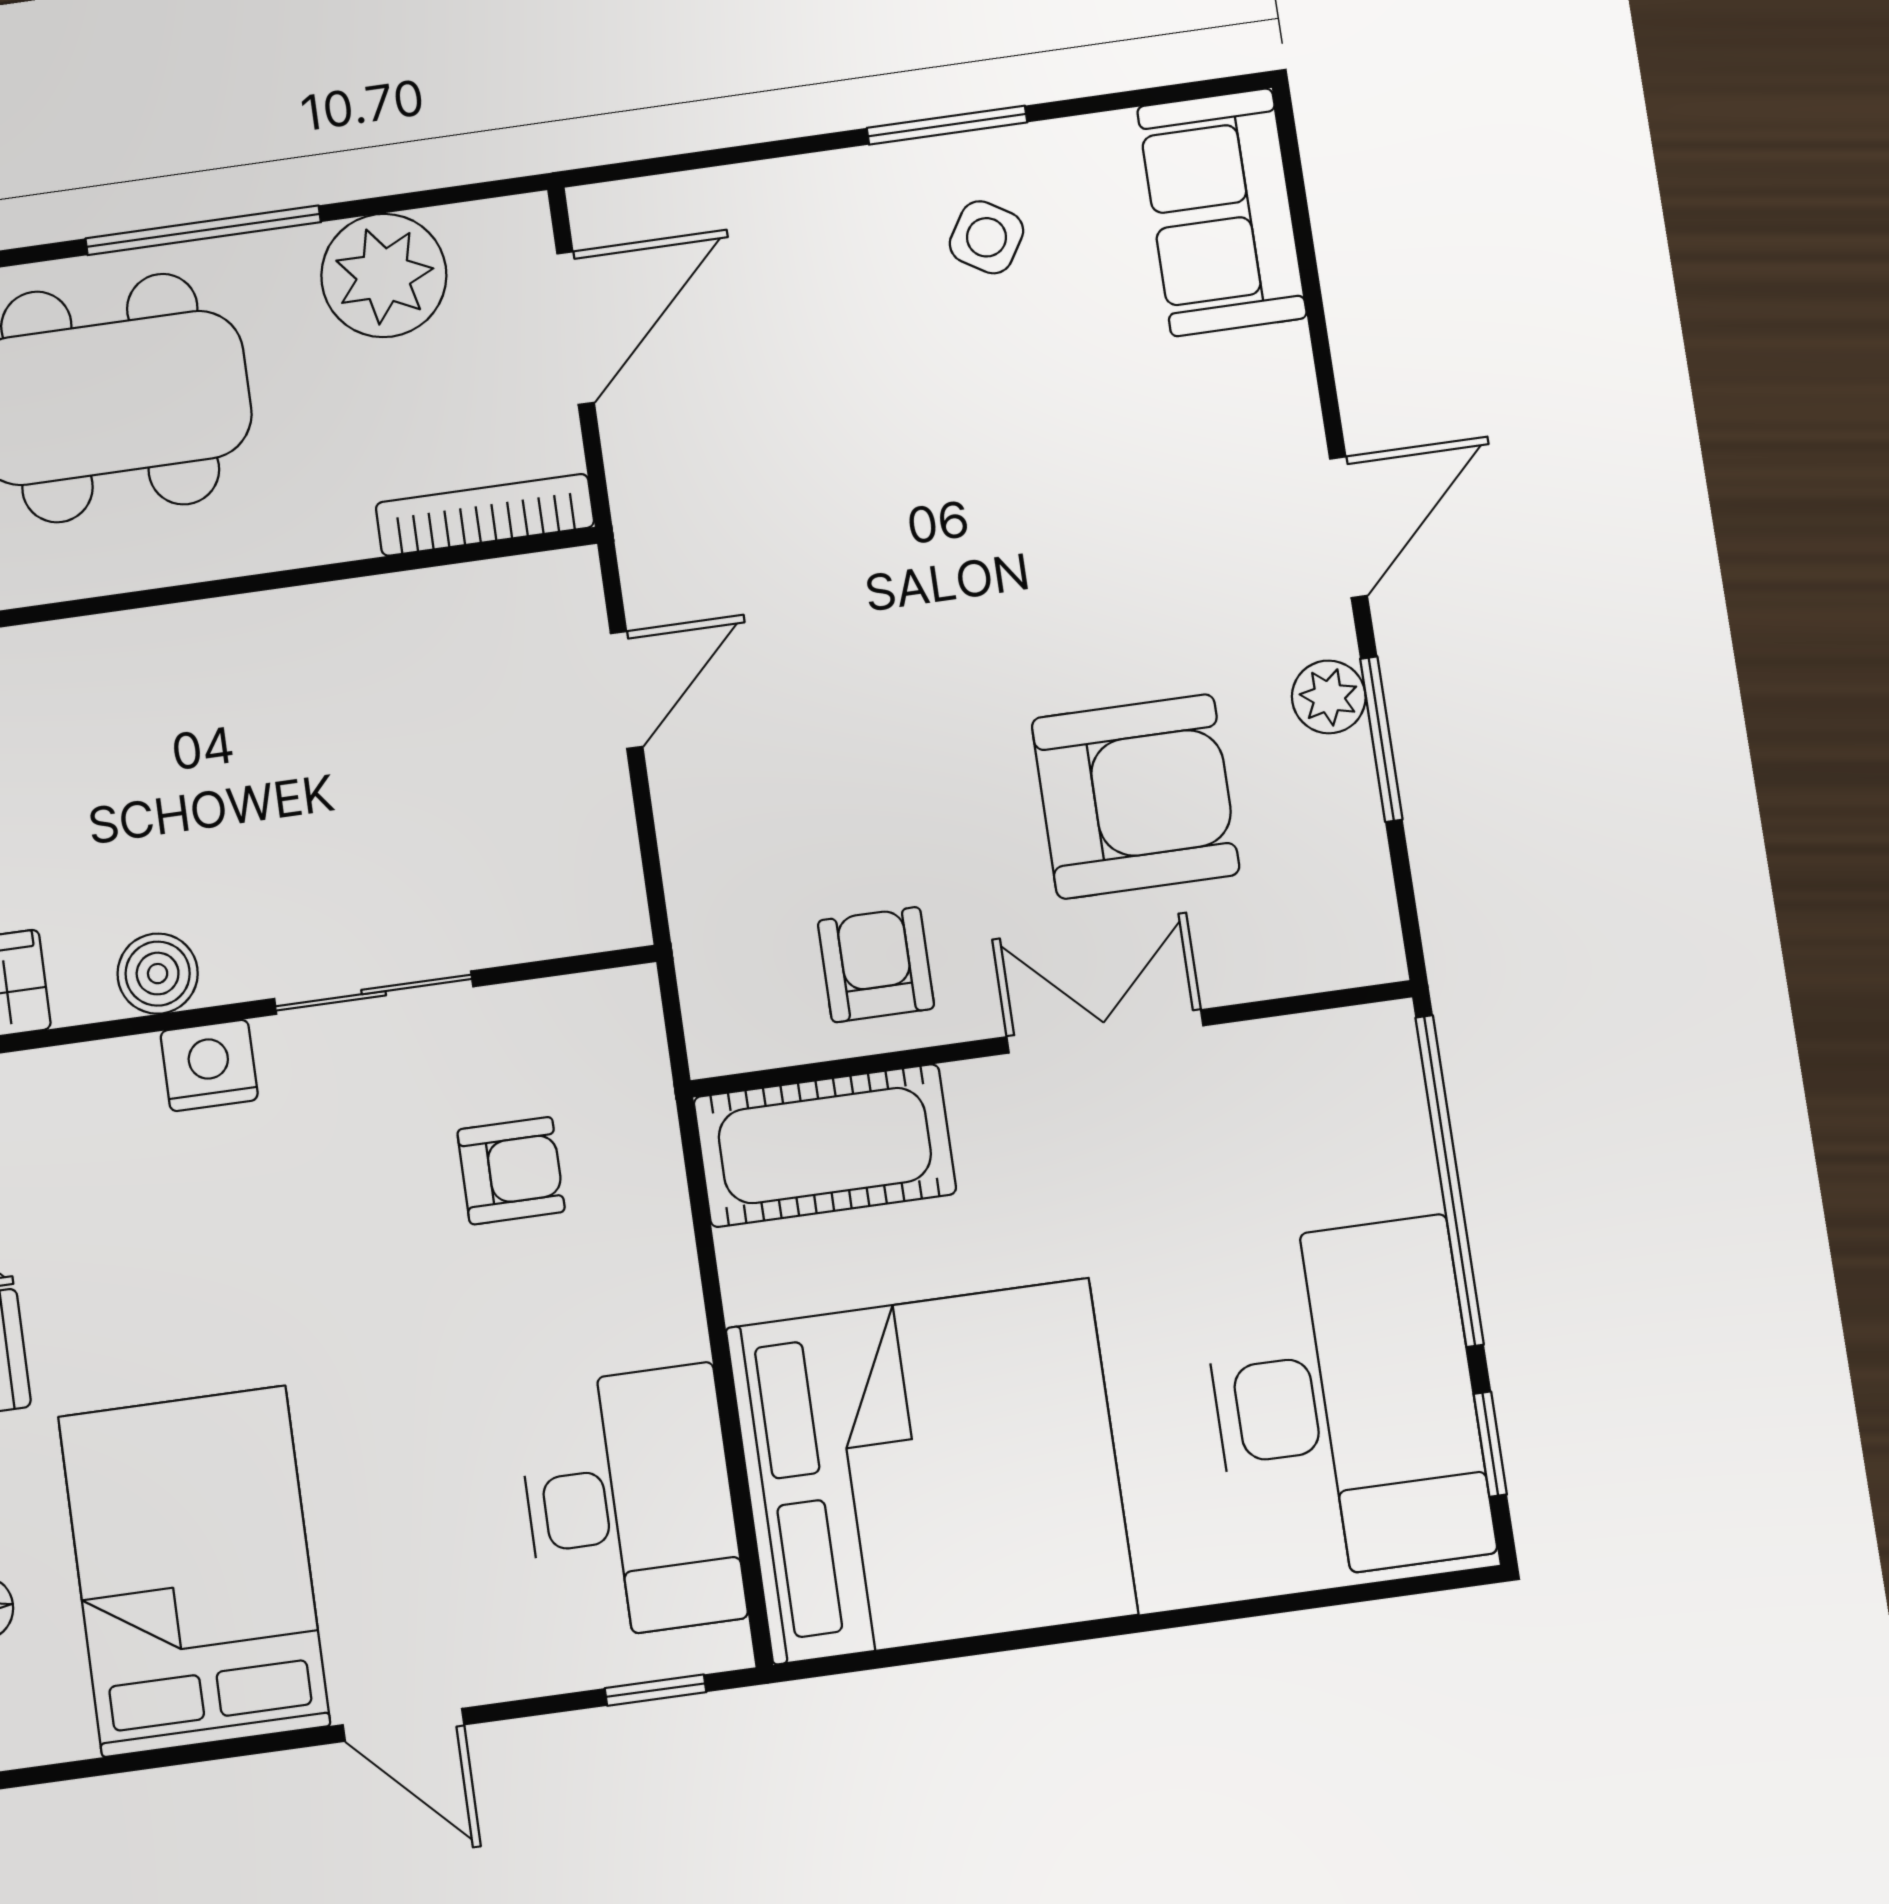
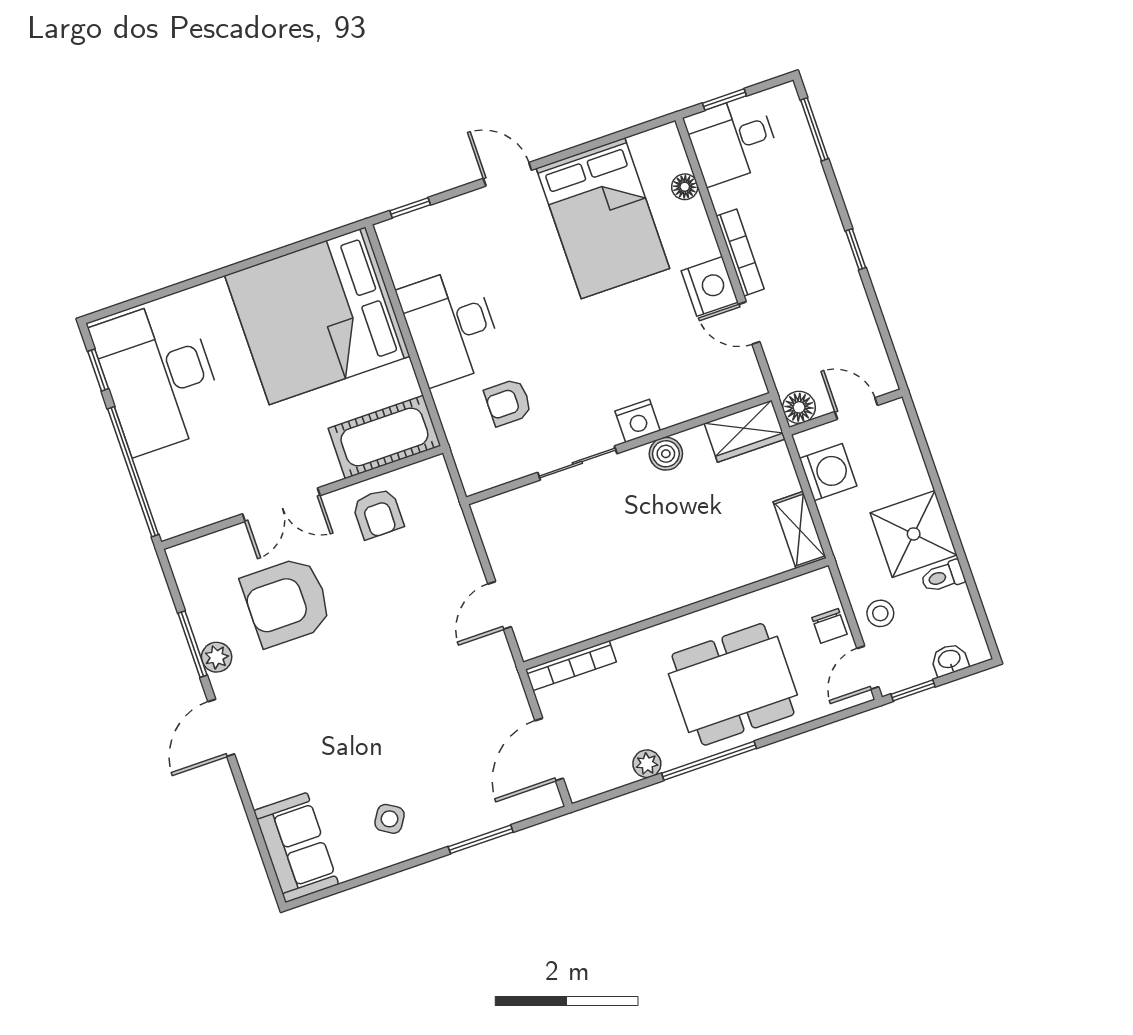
window: (947, 125) -> (481, 839), moved
plant: (384, 275) -> (647, 764), width x0.53, depth x0.53
desk: (630, 1503) -> (451, 326), moved

